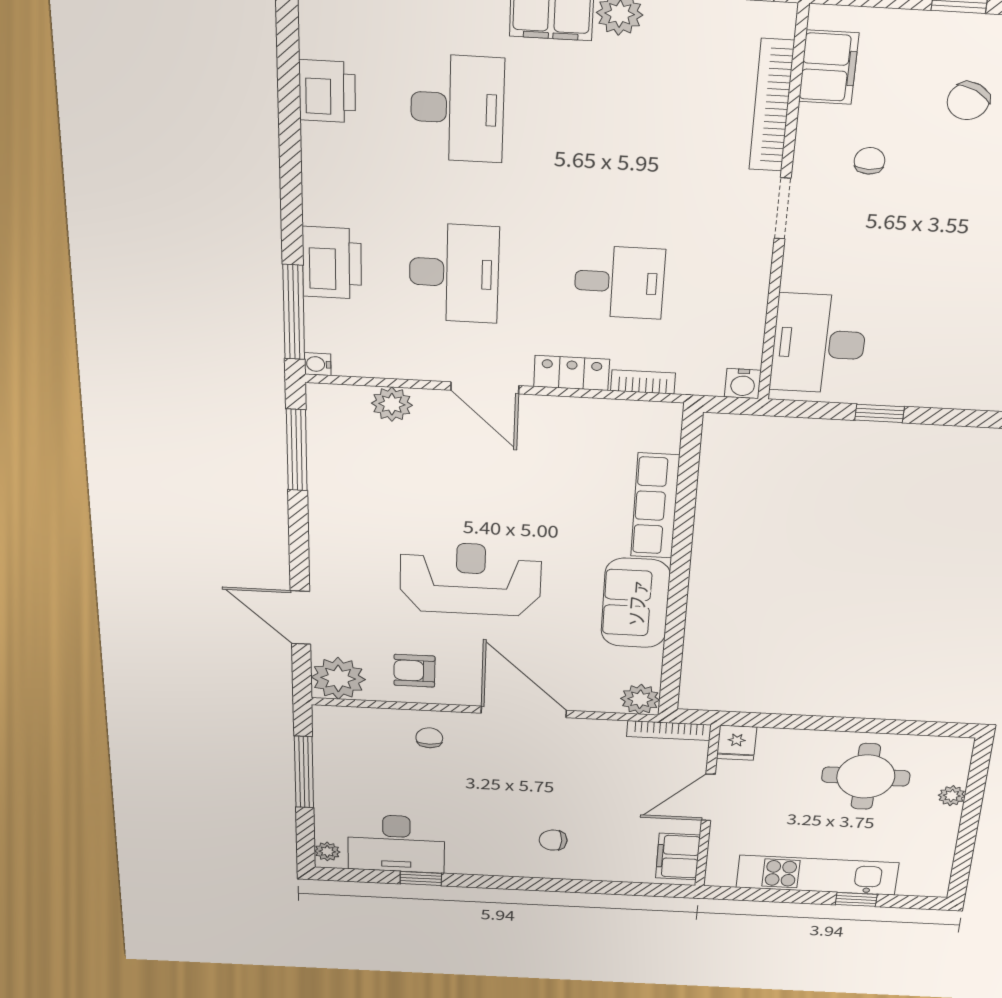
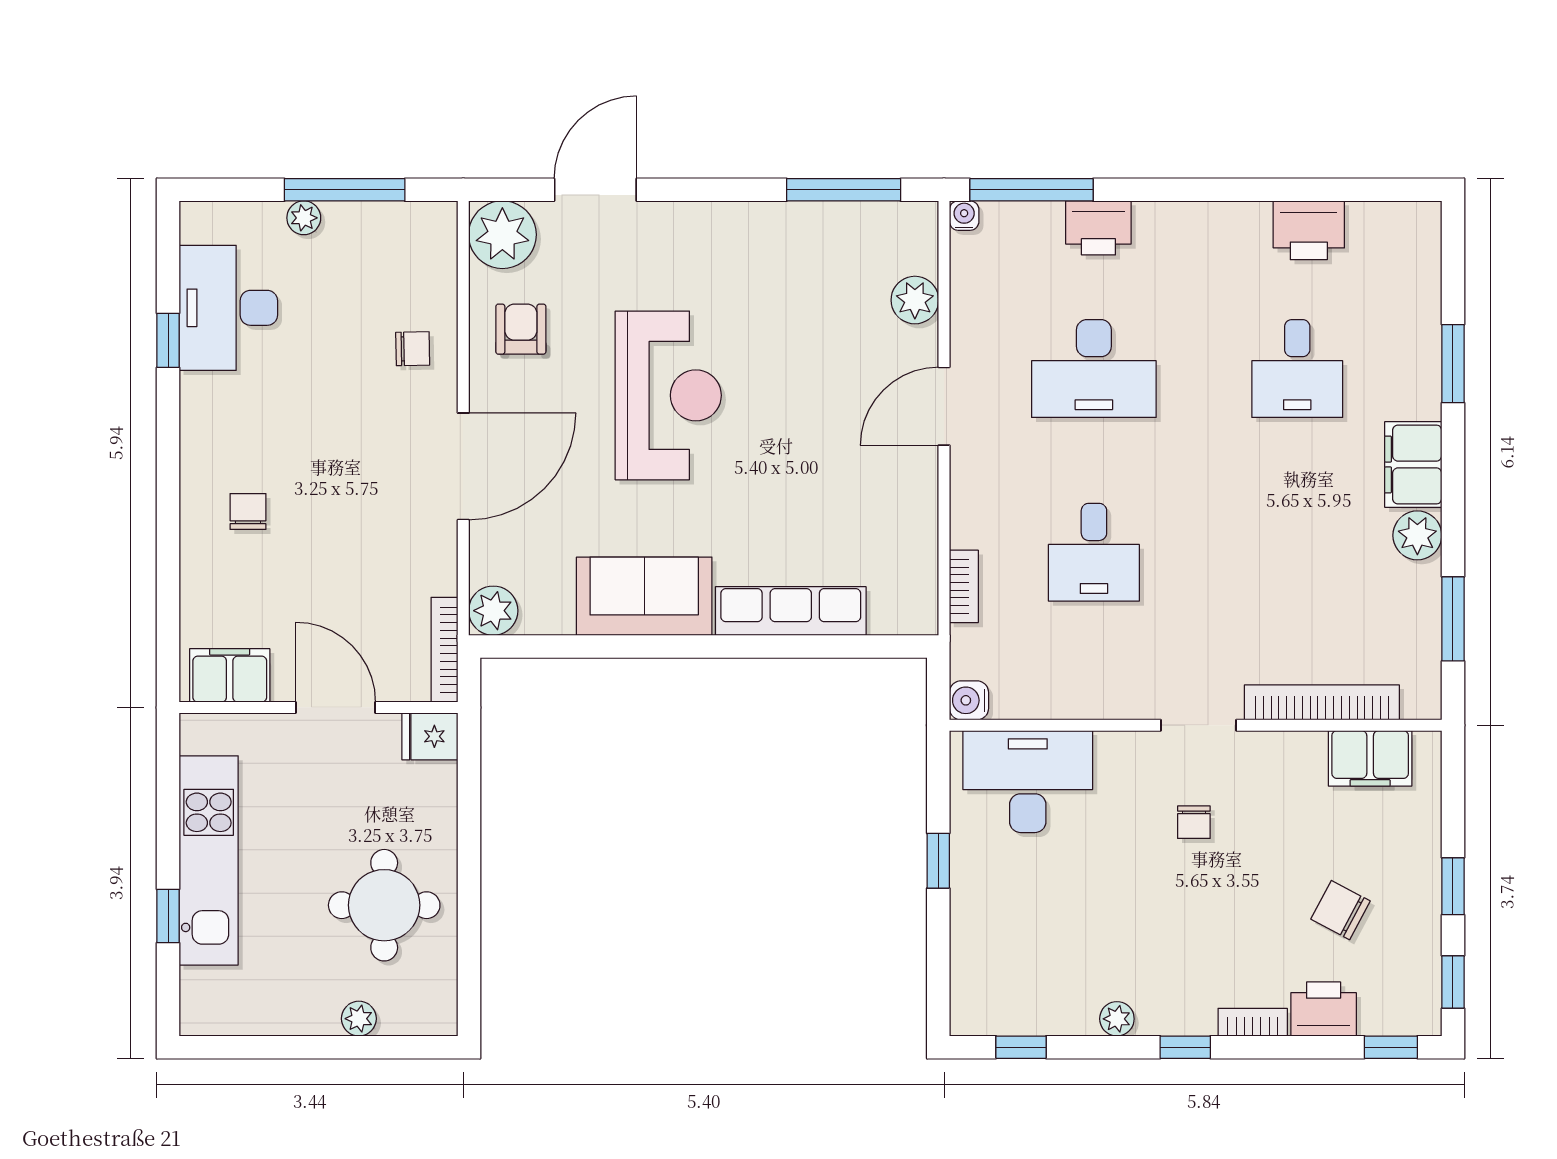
desk: (457, 108) -> (1297, 368), width x0.73
chair: (869, 161) -> (1194, 822), moved, turned 90
printer: (332, 263) -> (1098, 228), width x0.73, depth x0.84
locker: (572, 373) -> (971, 504), removed
plant: (327, 851) -> (304, 218), moved

